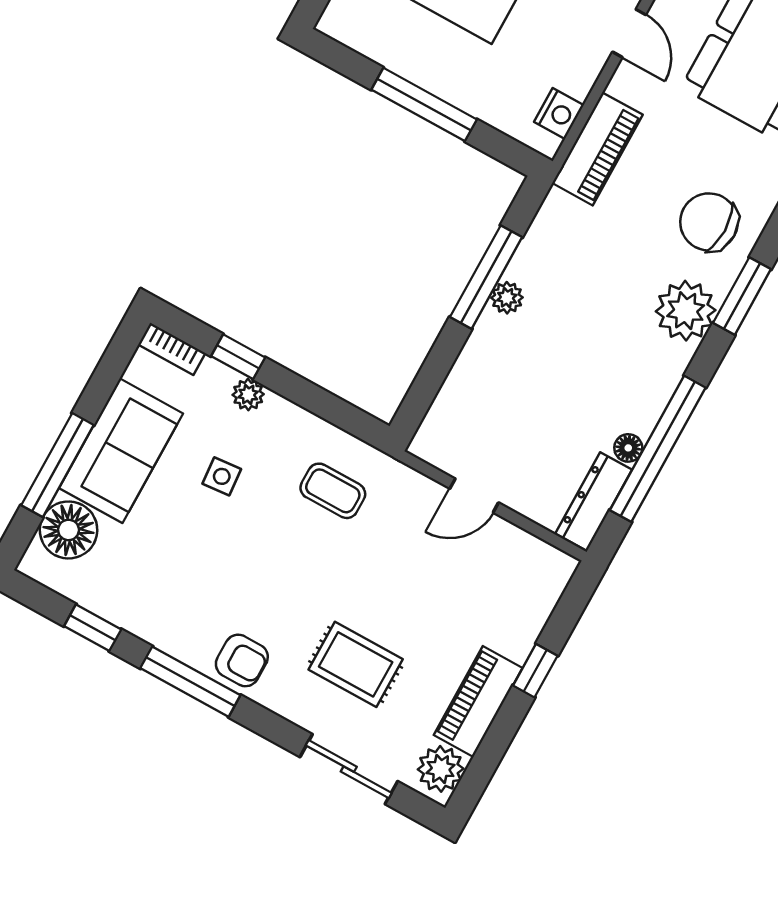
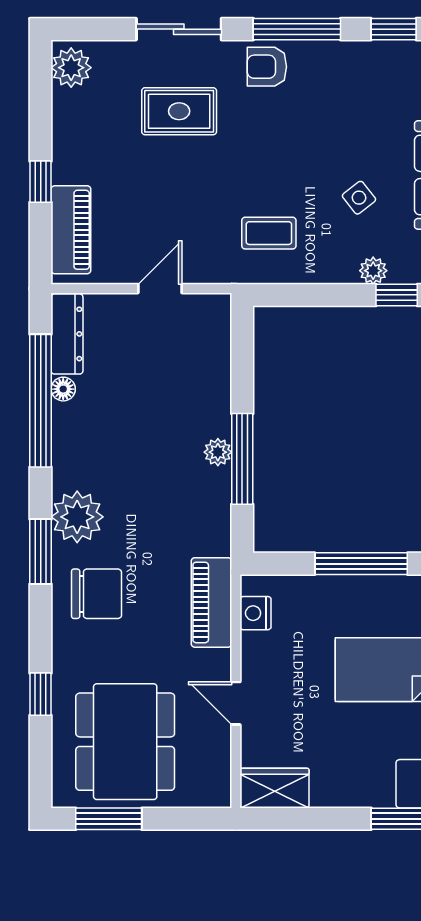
side table: (222, 476) -> (359, 198), turned -33
piano: (478, 701) -> (71, 230), moved
sliding door: (349, 769) -> (179, 29), moved

